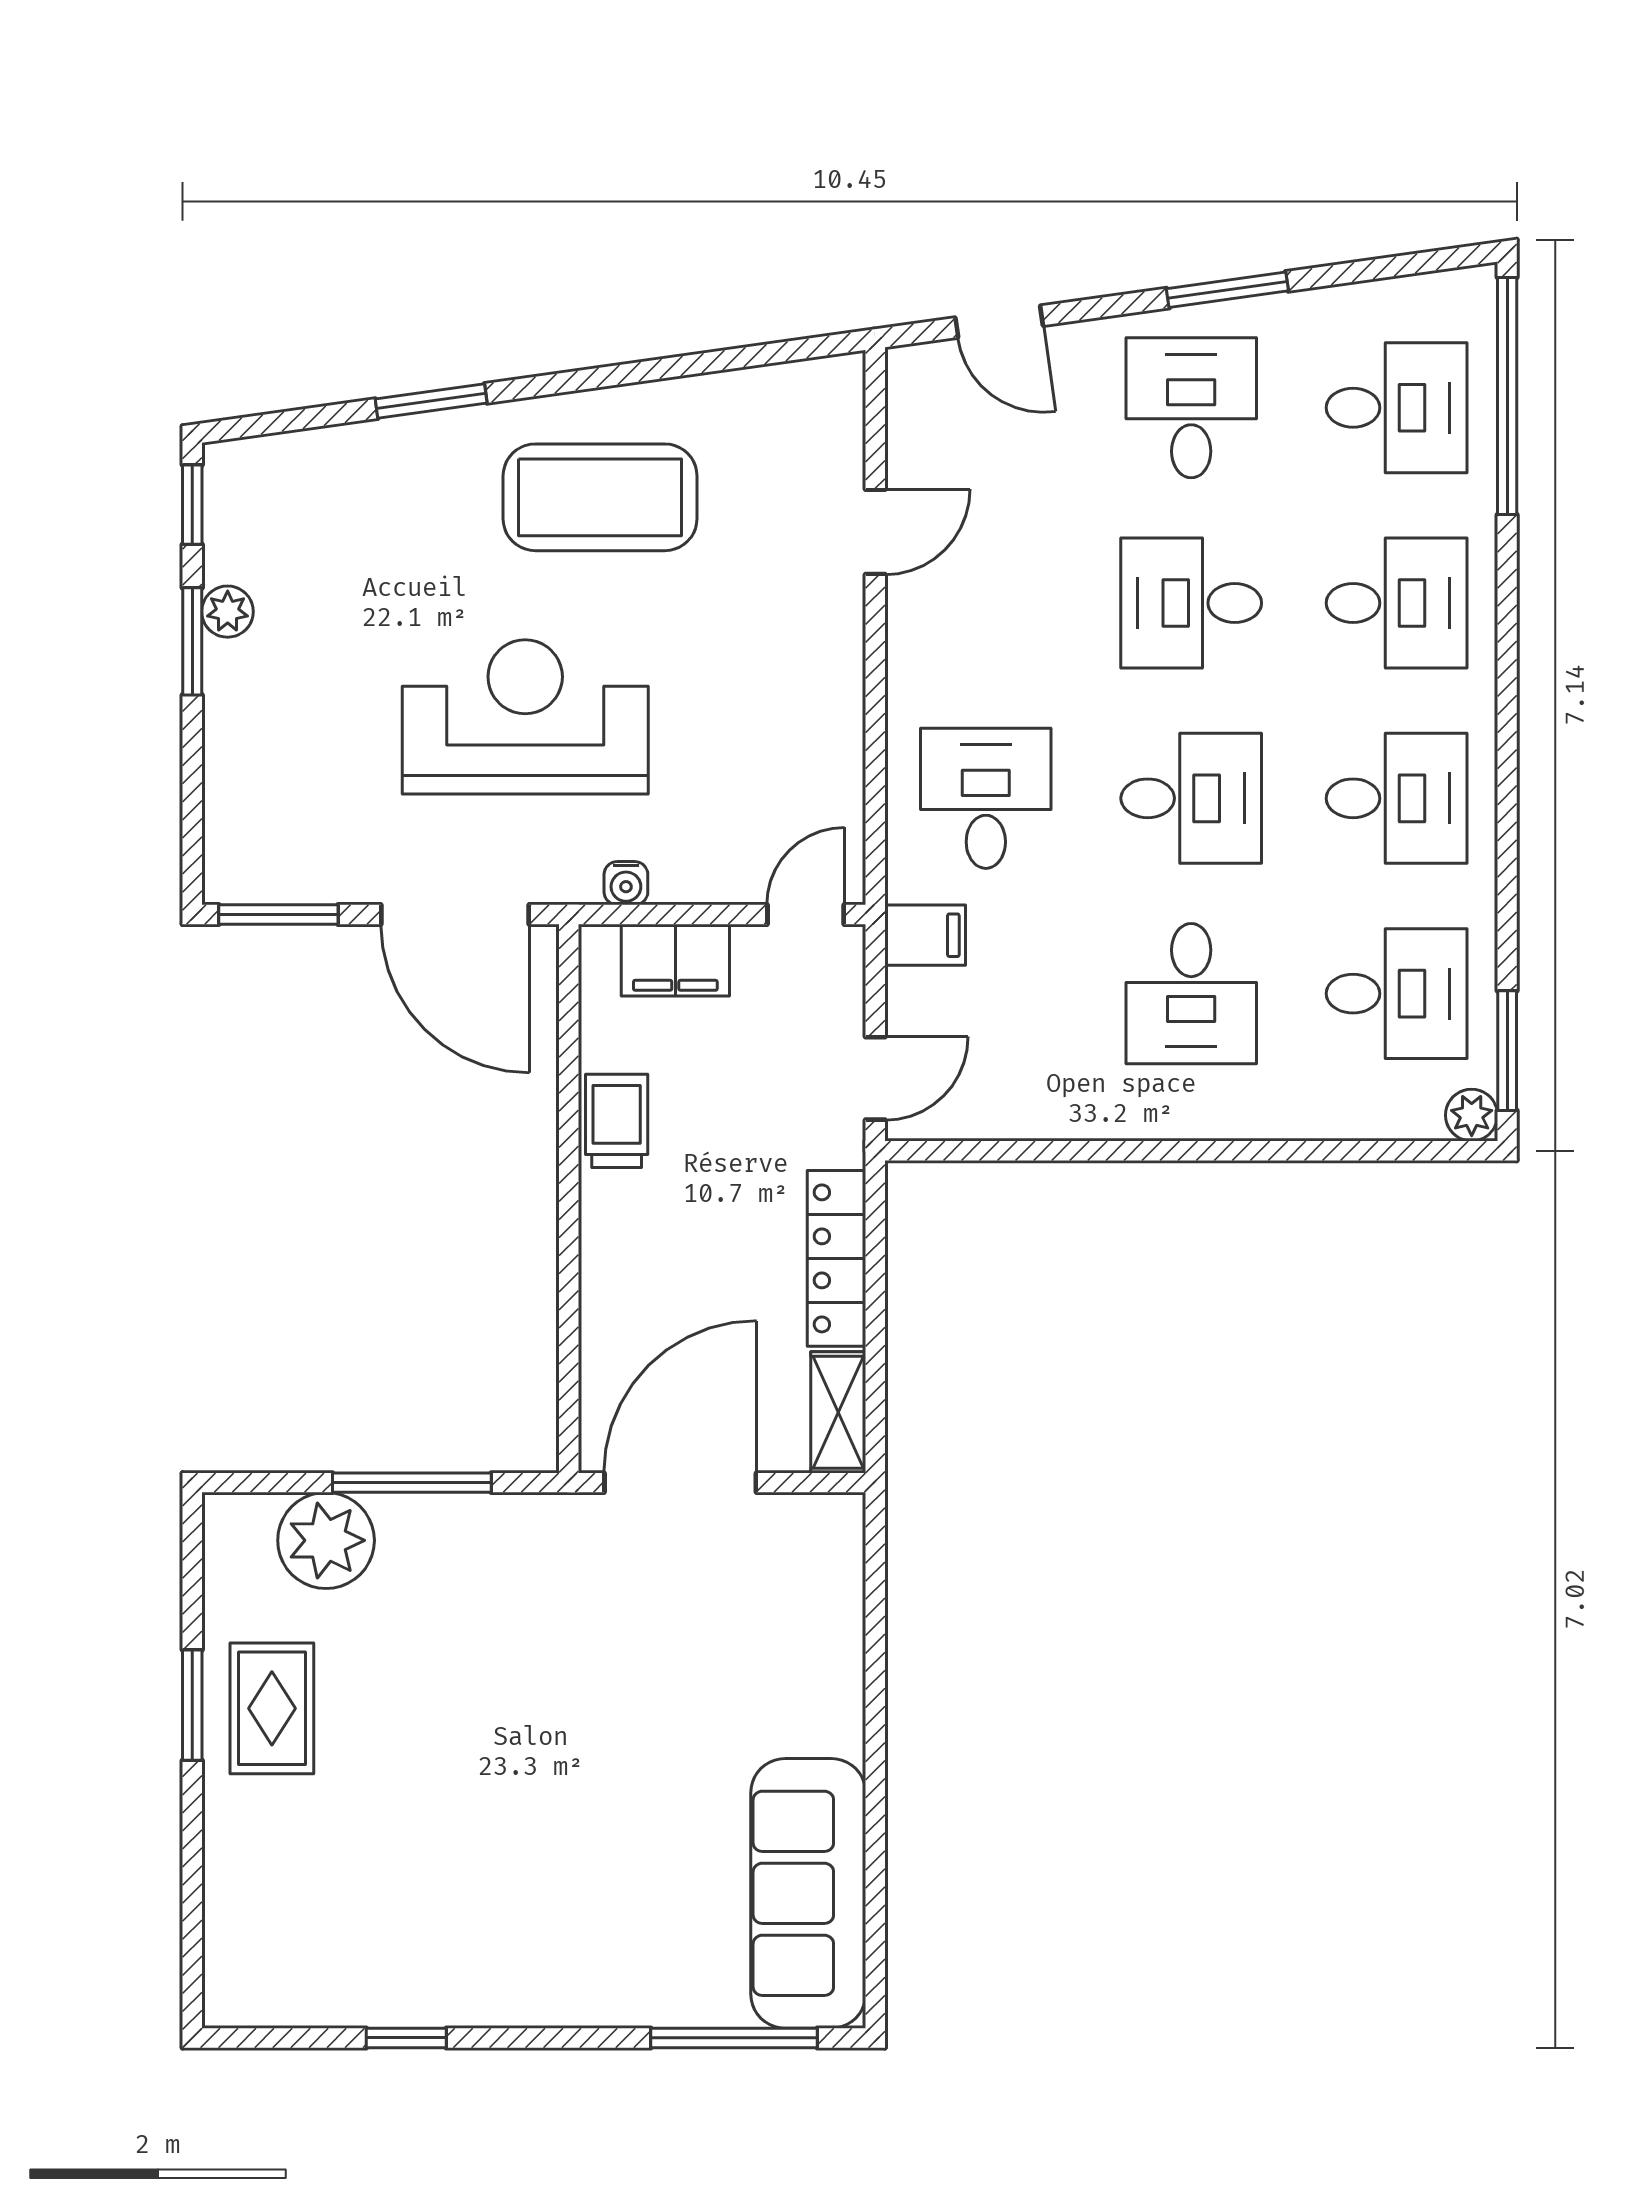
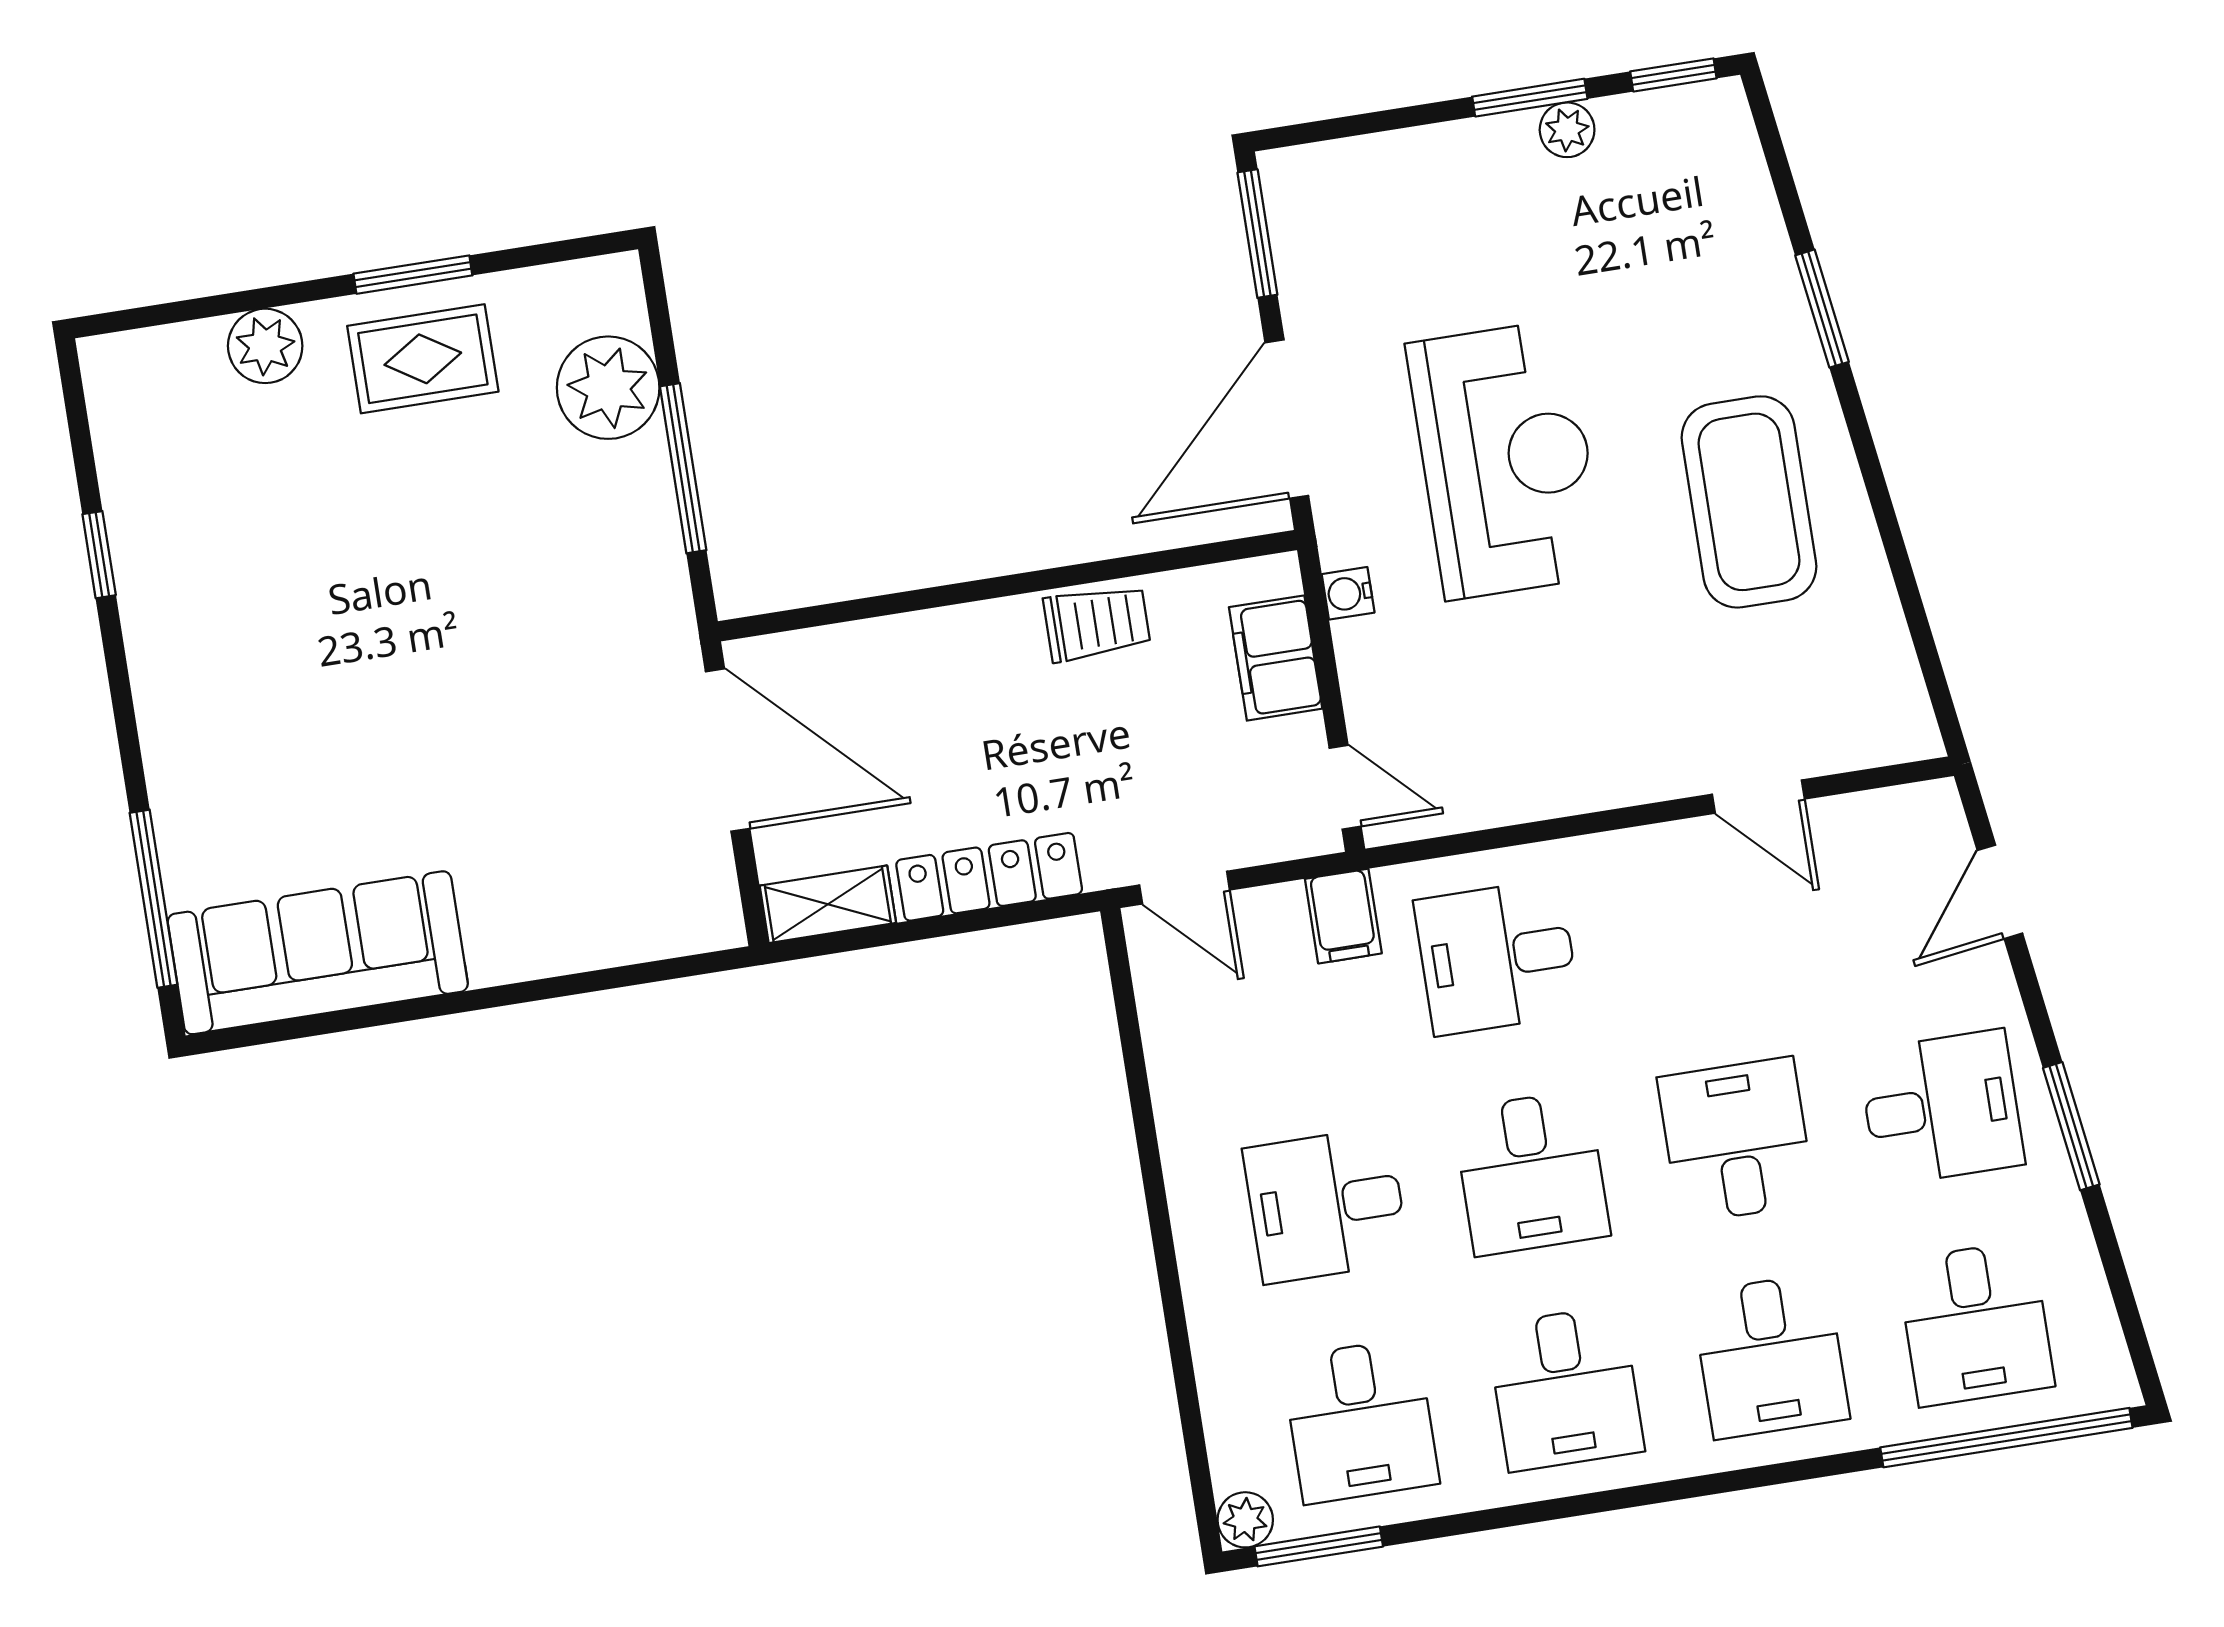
desk: (986, 798) -> (1497, 957), turned 180
plant: (237, 1853) -> (265, 346), added

